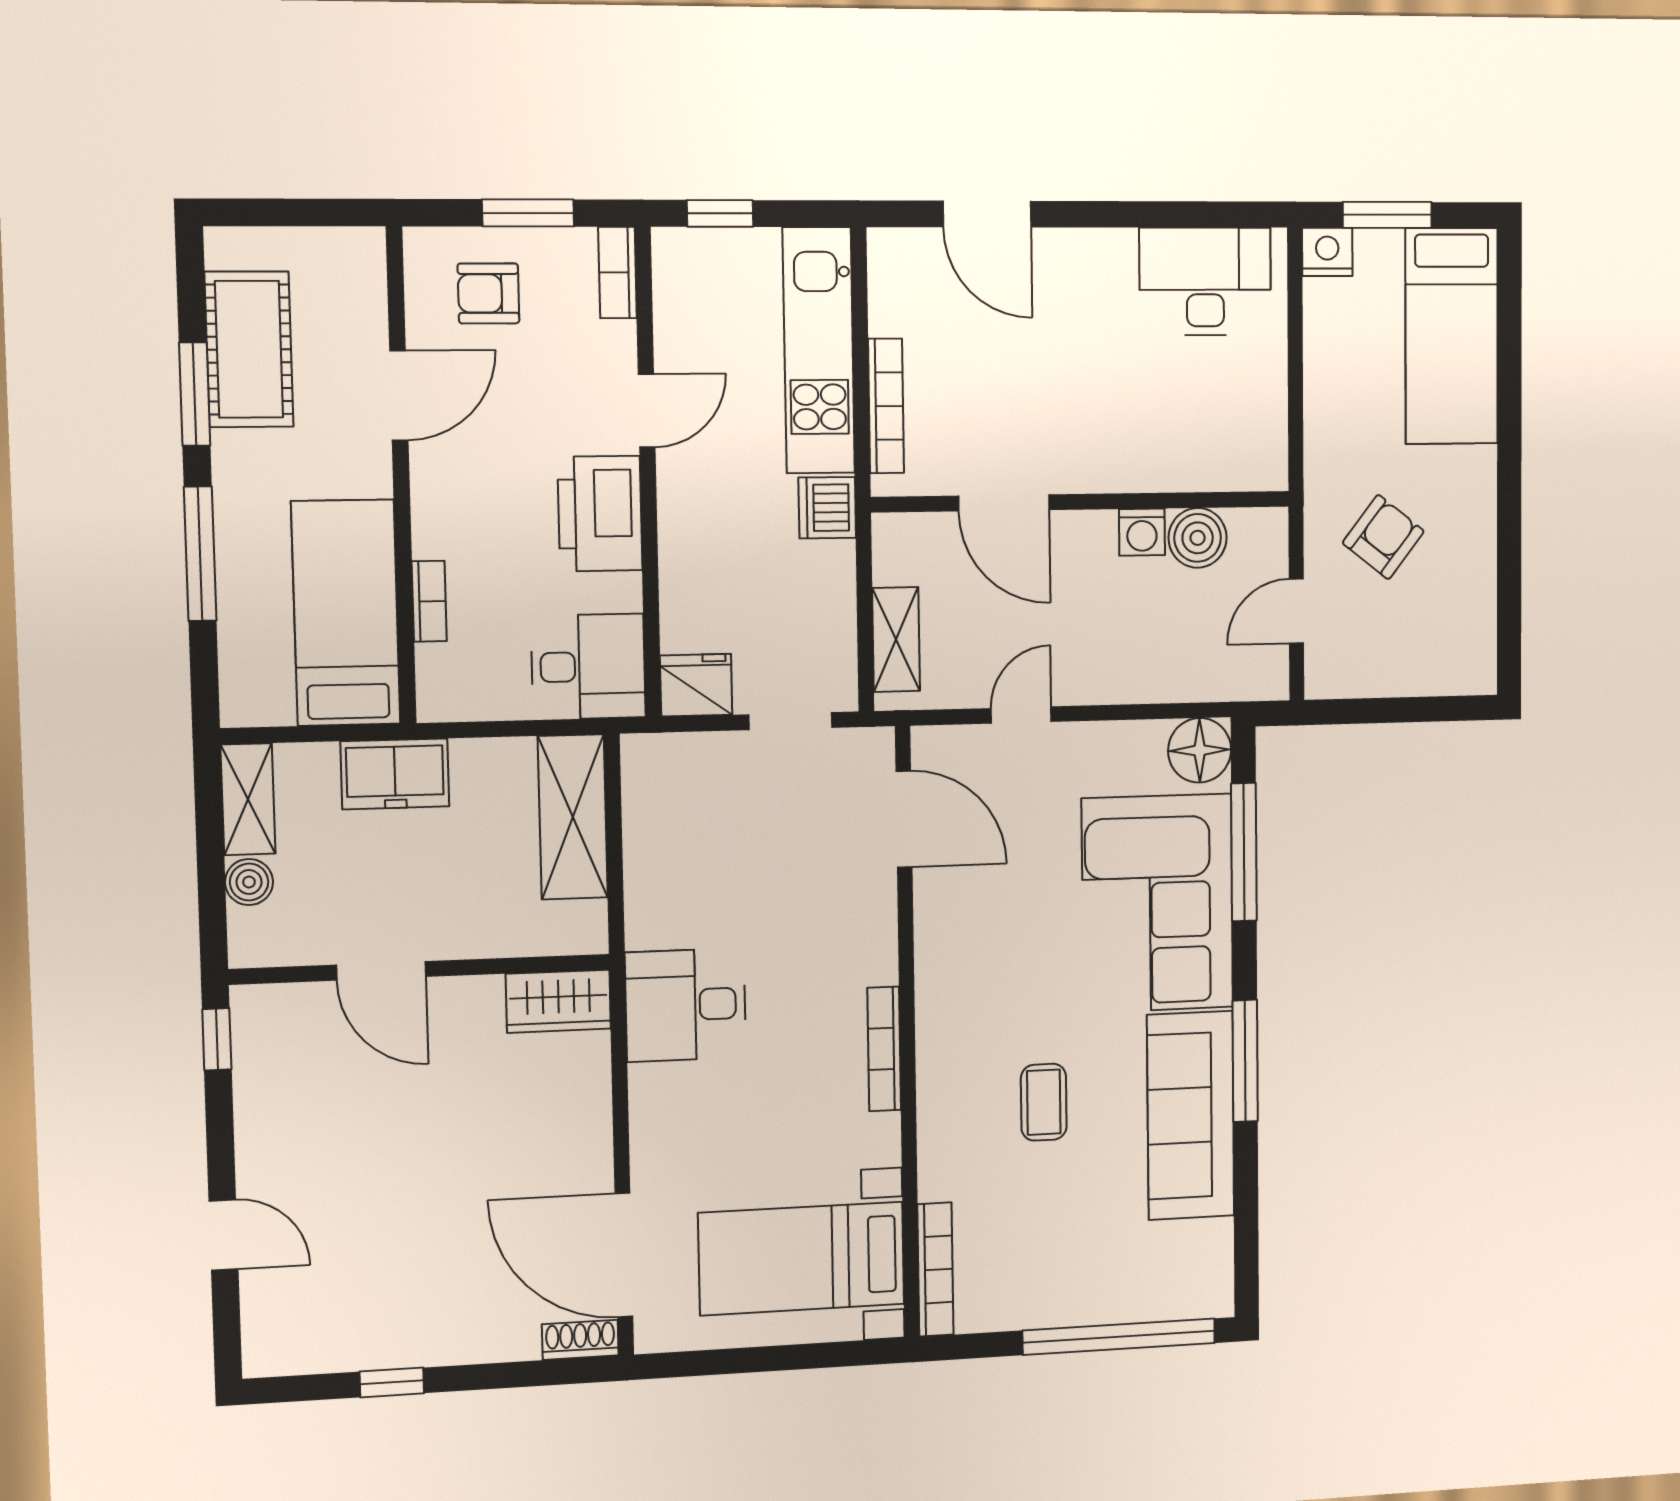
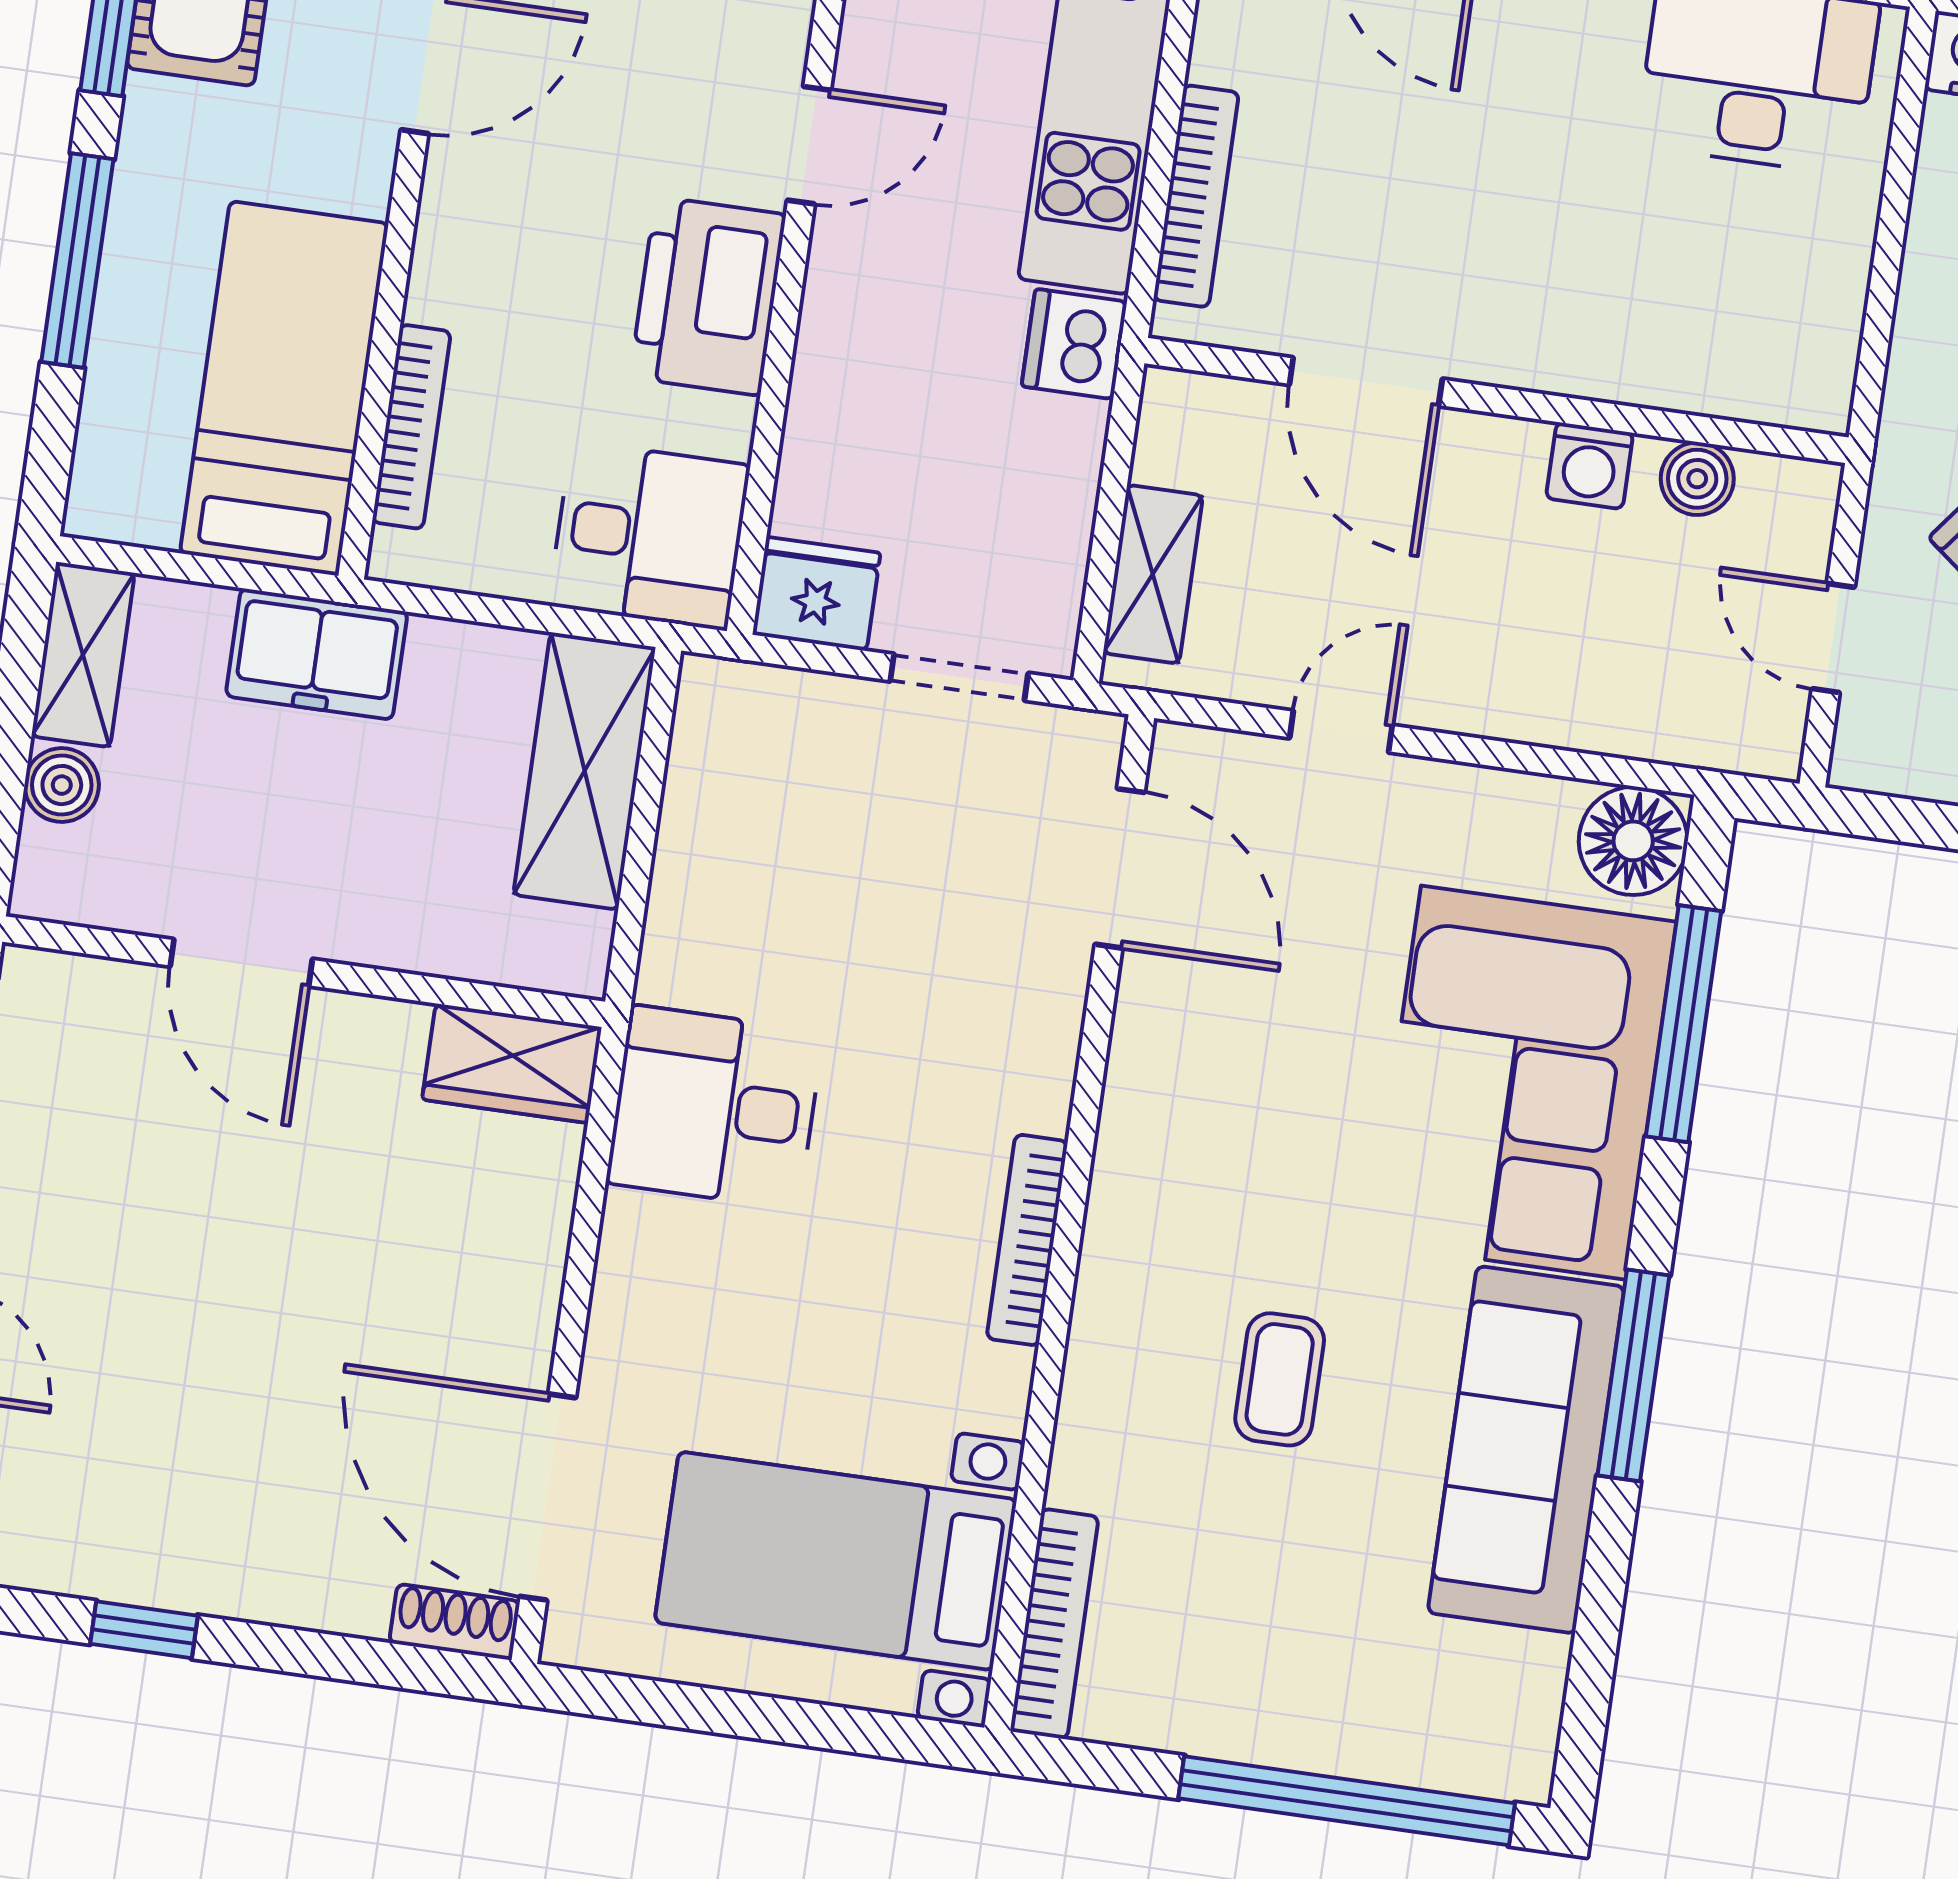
boiler: (1198, 538) -> (1697, 479), width x0.73, depth x0.73
bookcase: (429, 601) -> (411, 427), width x1.56
door: (1296, 611) -> (1833, 638), hinge flipped

